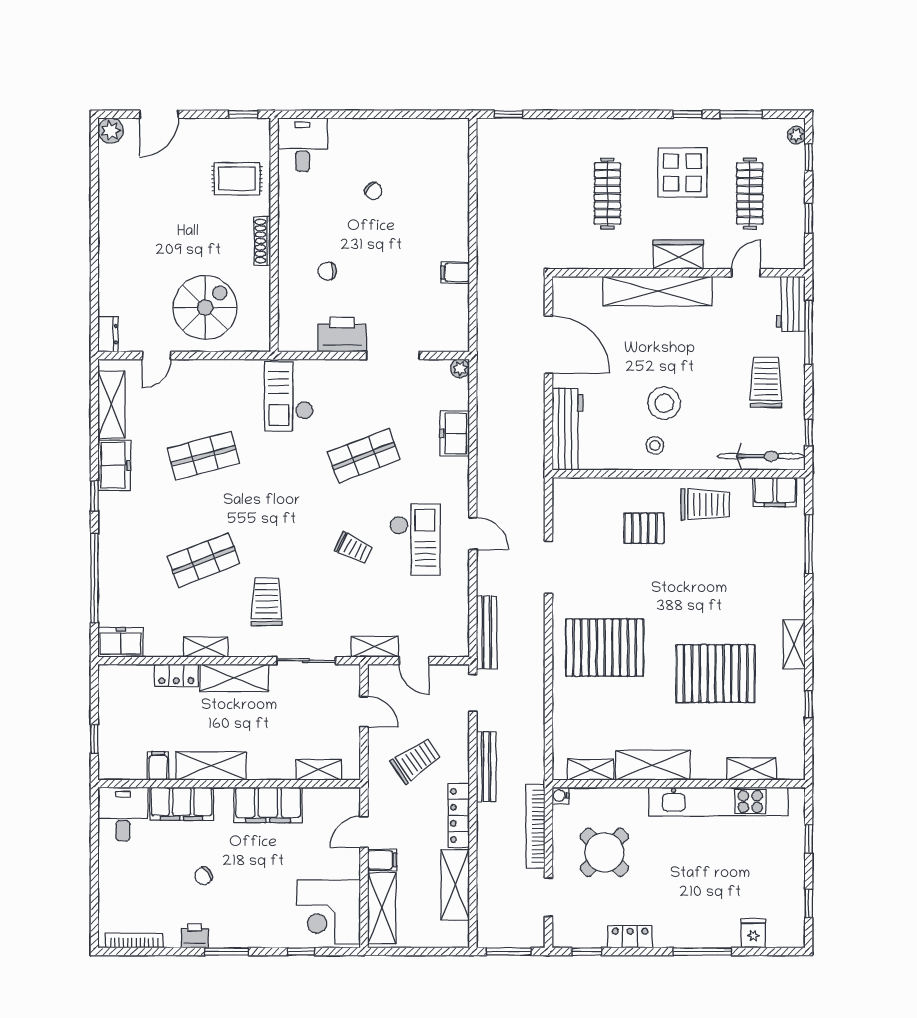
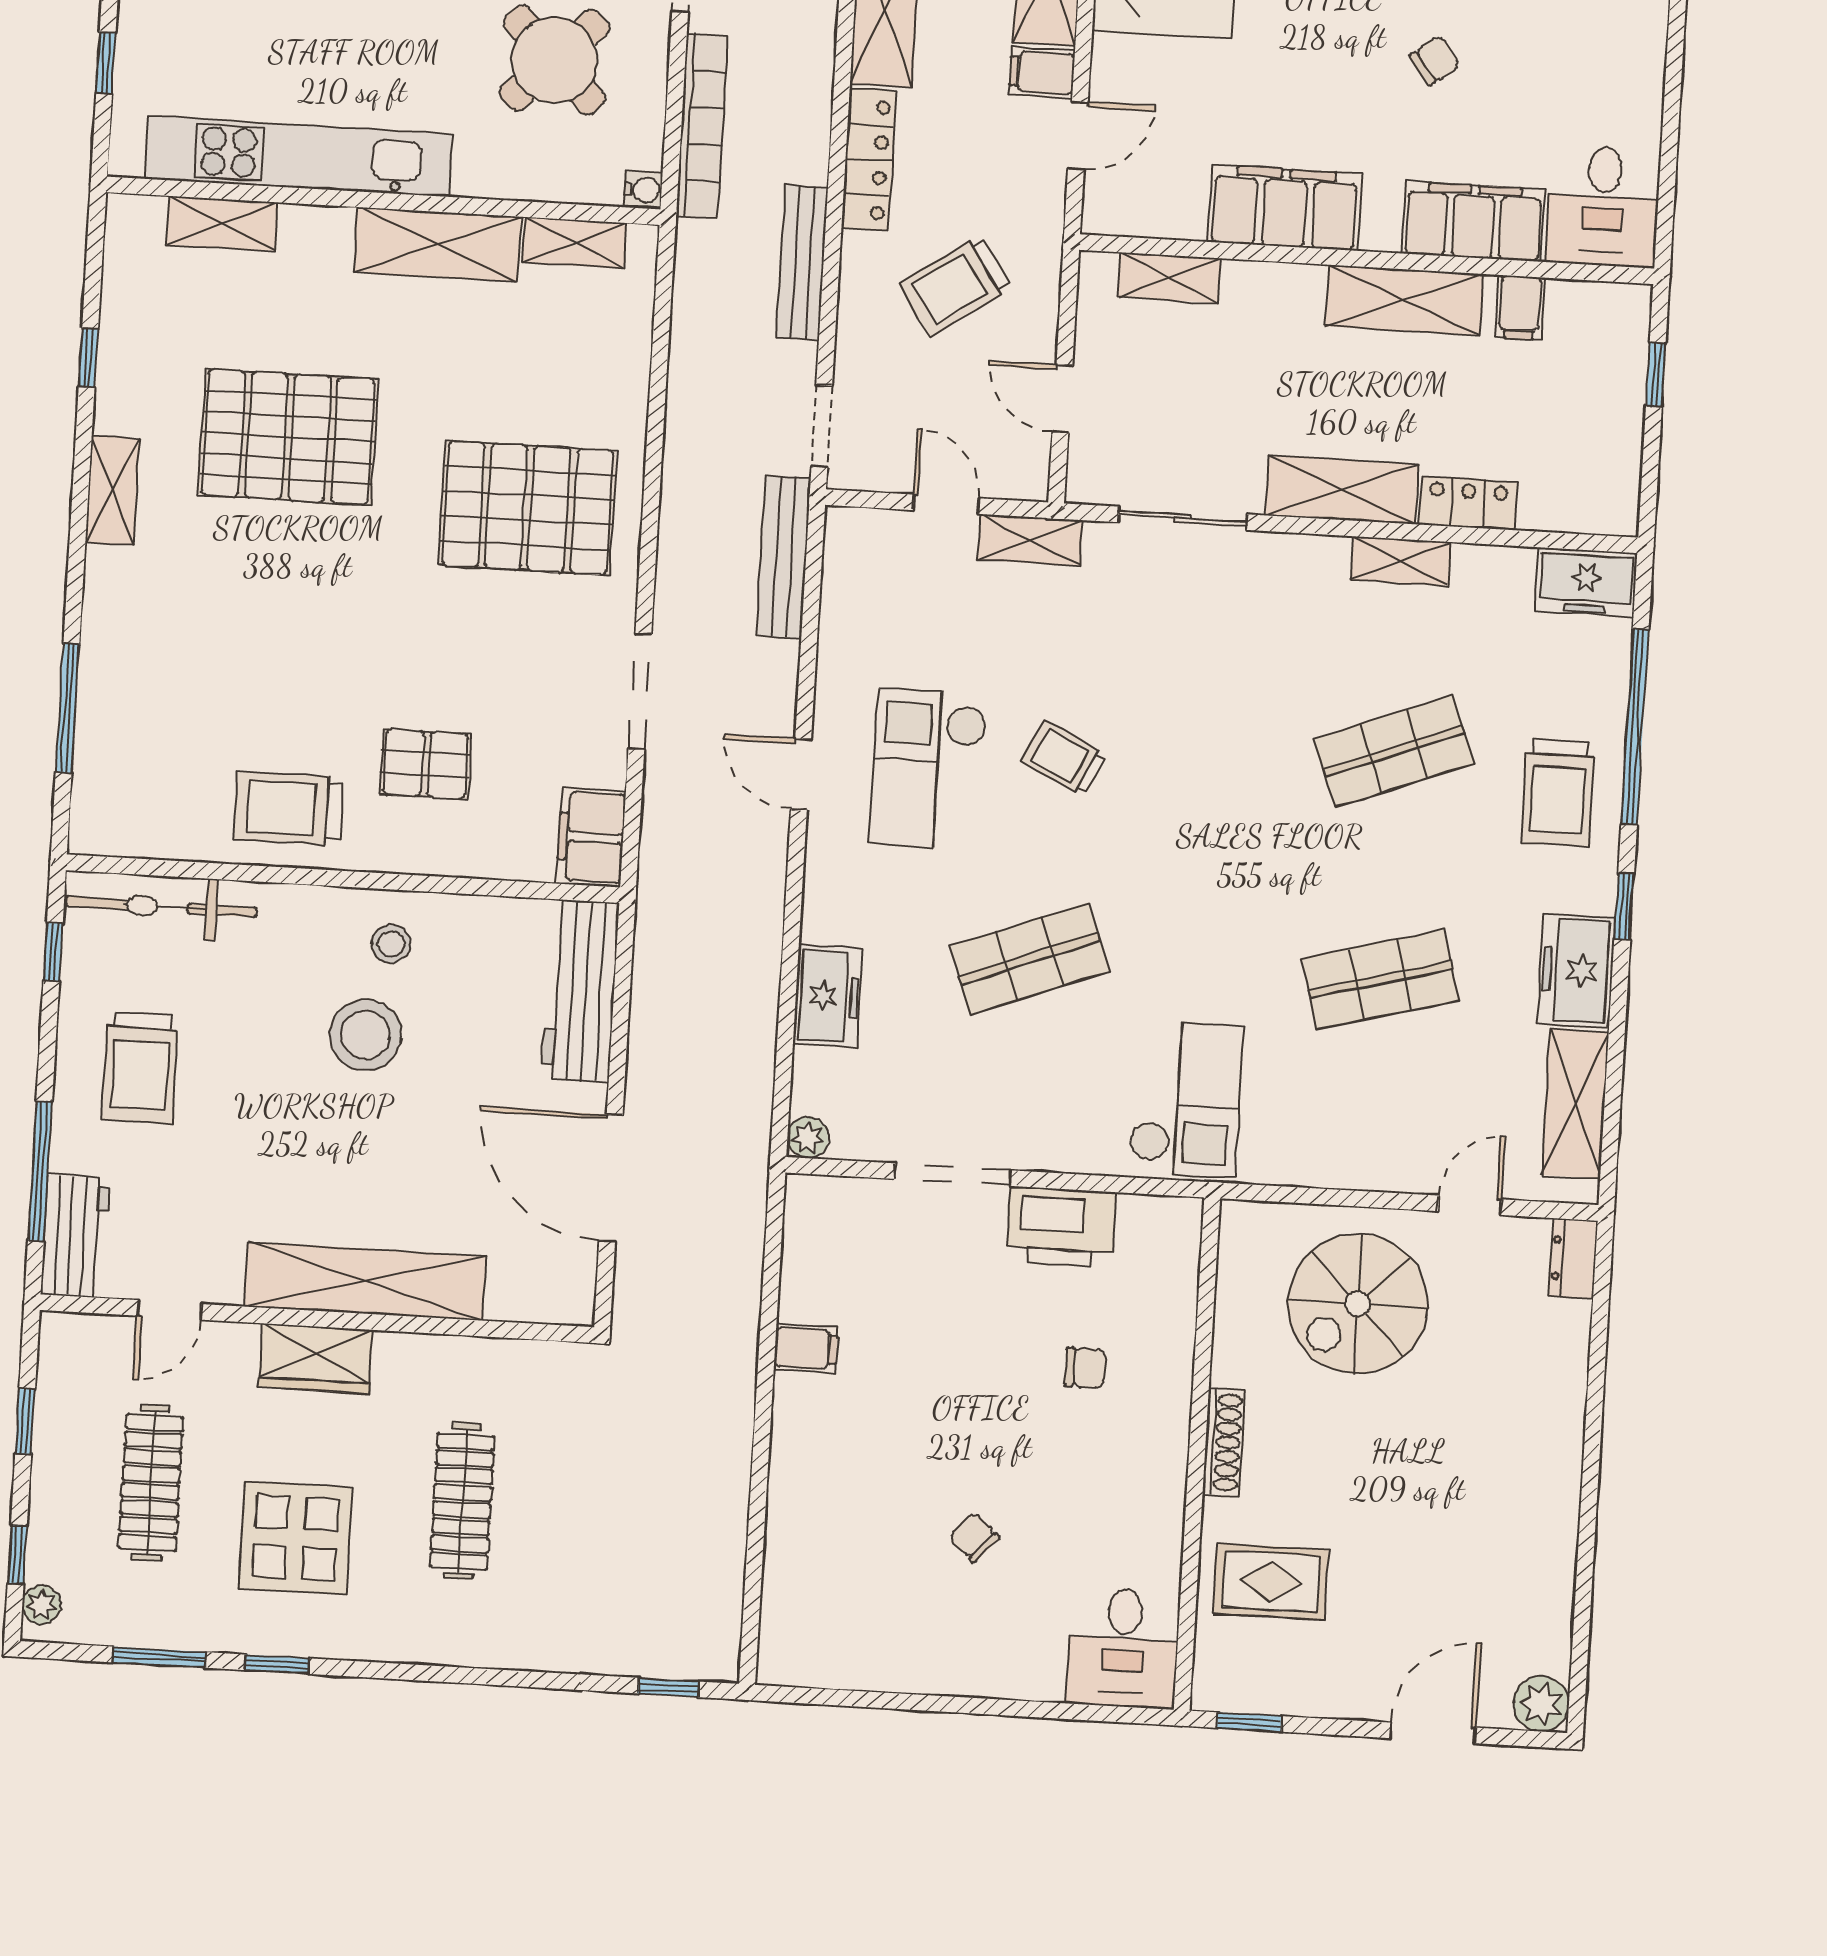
filing cabinet: (775, 492) -> (591, 837), moved, turned -90
trolley: (267, 602) -> (1558, 792), moved

